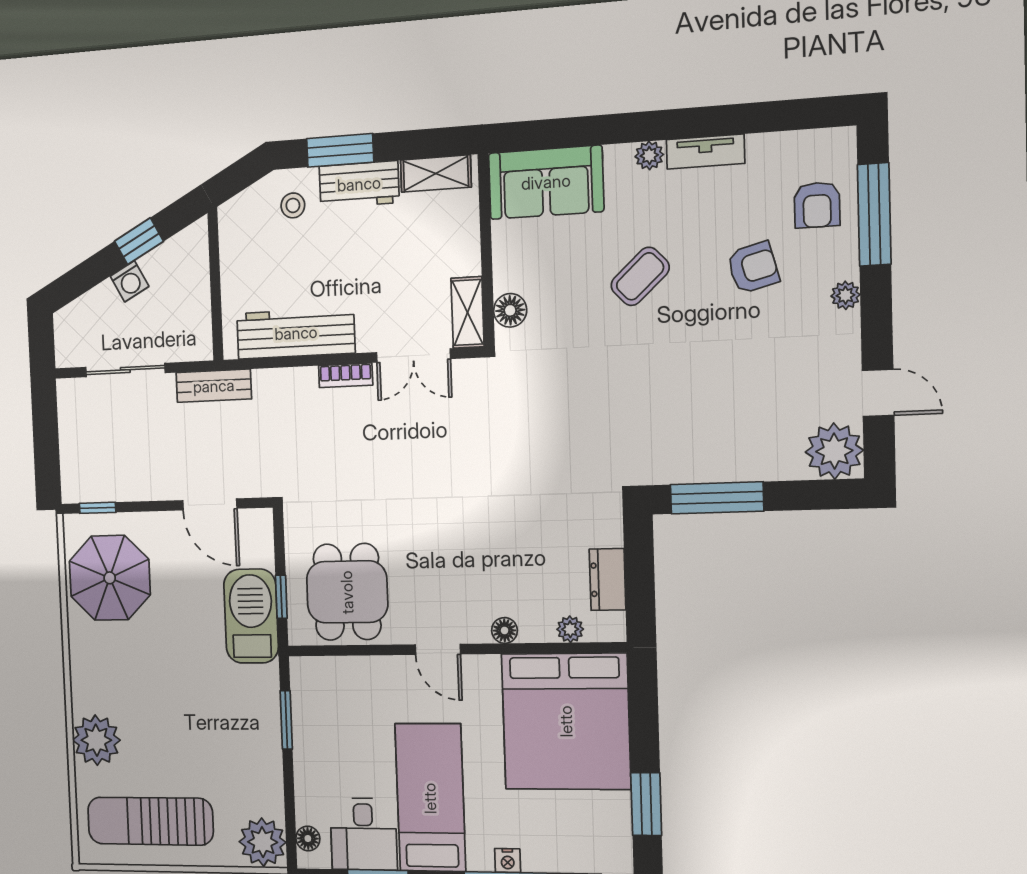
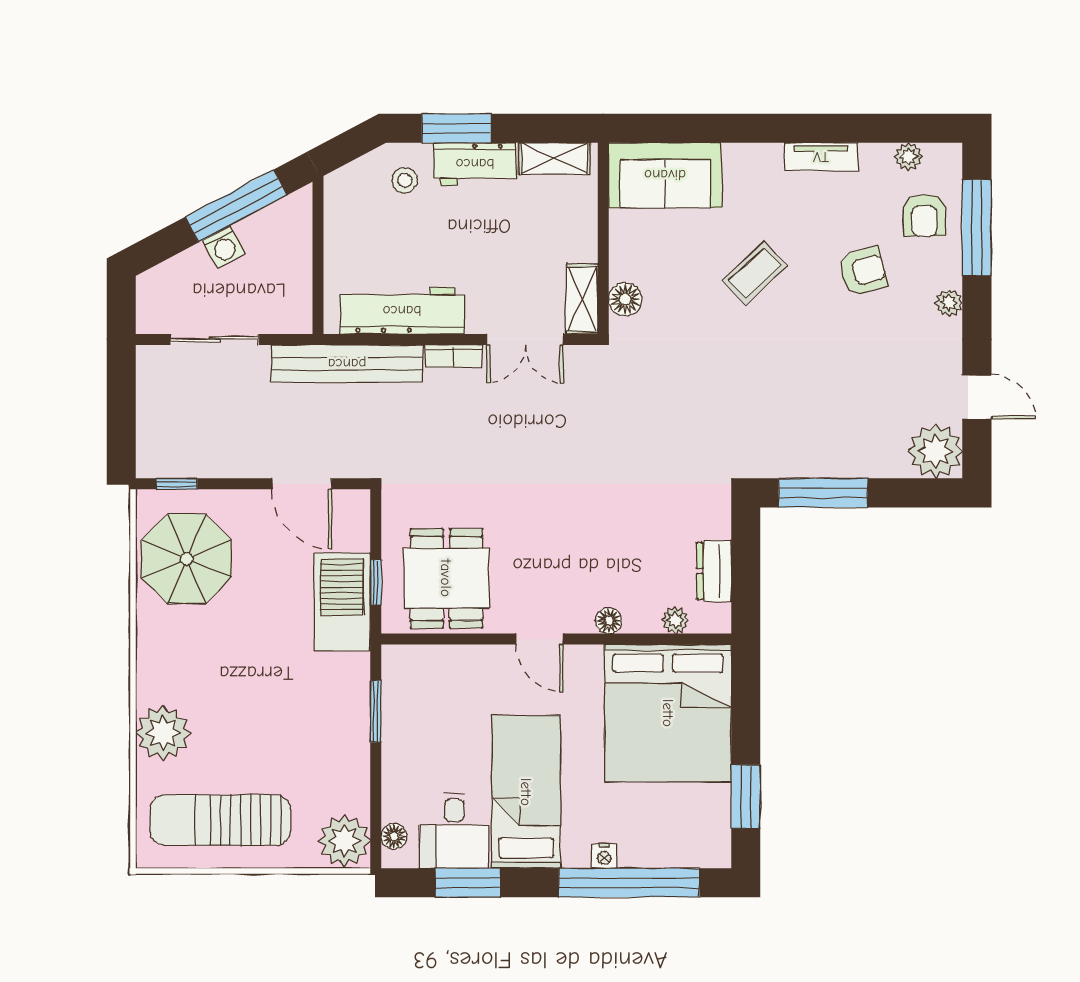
plant: (649, 155) -> (908, 157), moved
window: (139, 241) -> (236, 206), width x2.17
bench: (214, 386) -> (347, 364), width x1.86, depth x1.21

